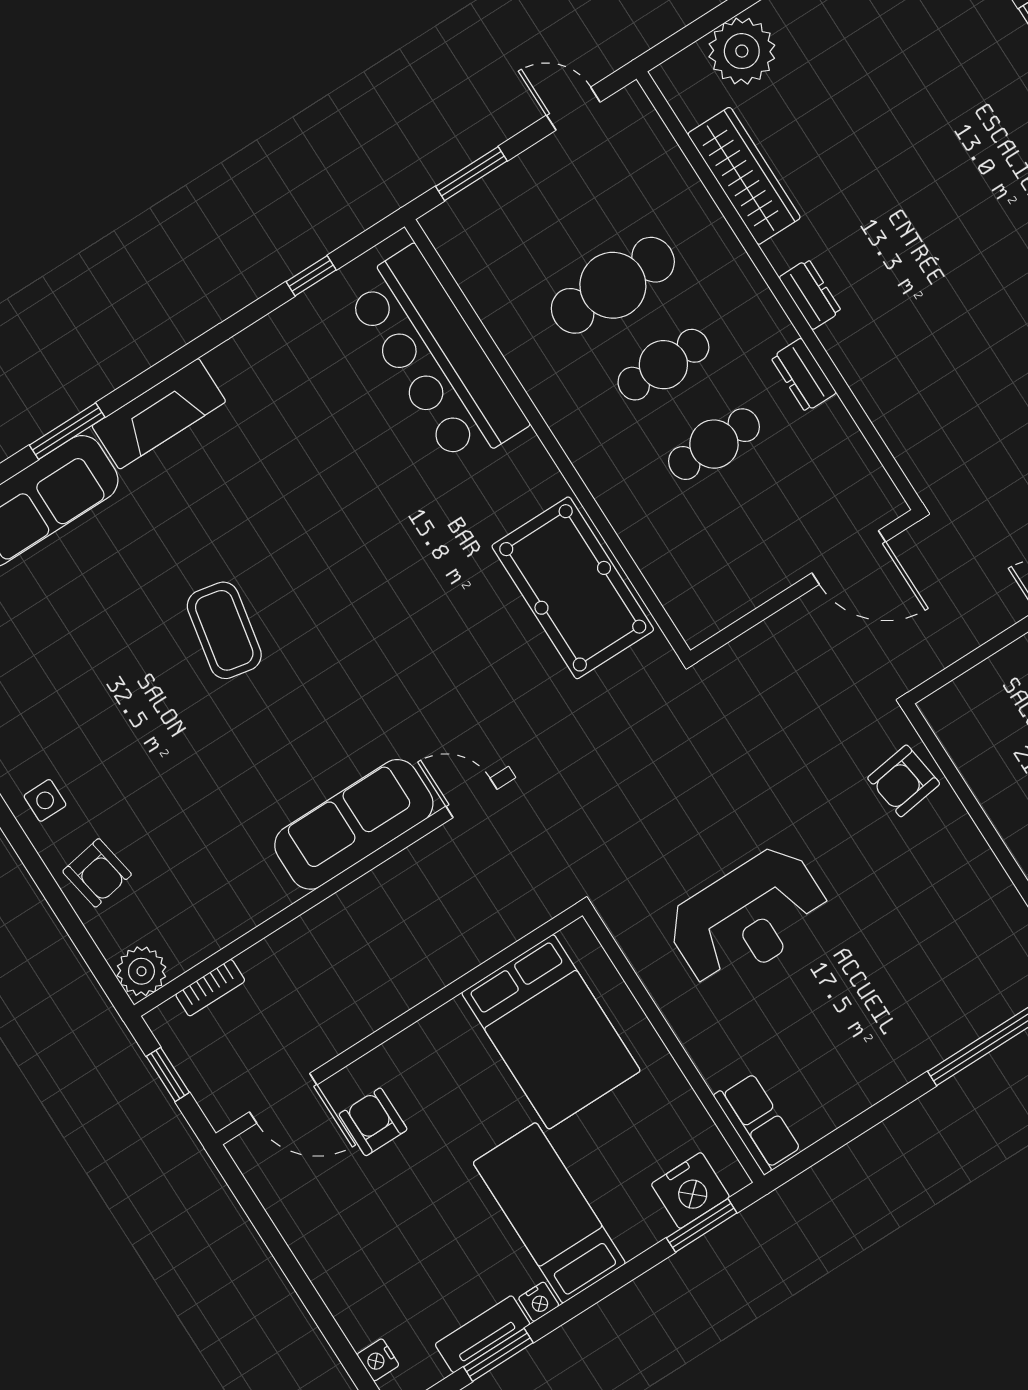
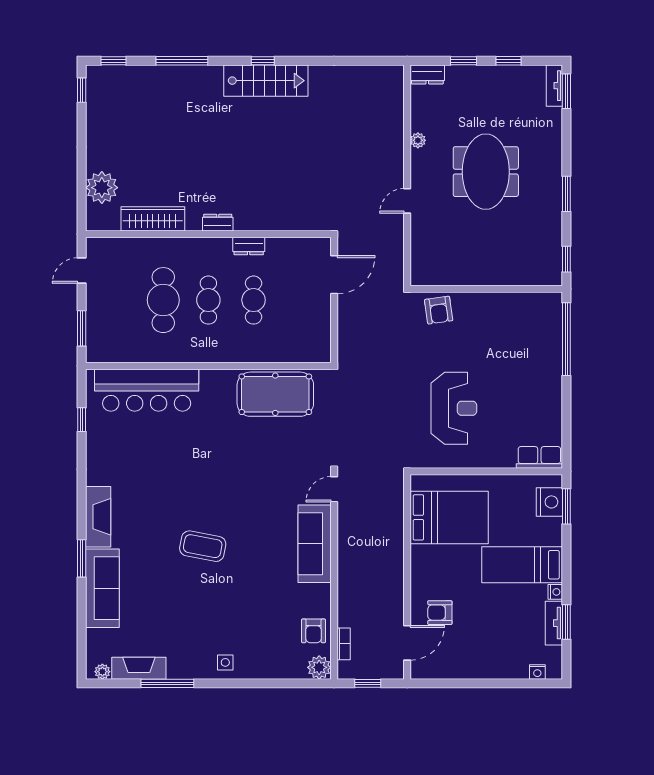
armchair: (97, 873) -> (313, 631), moved, turned 100

